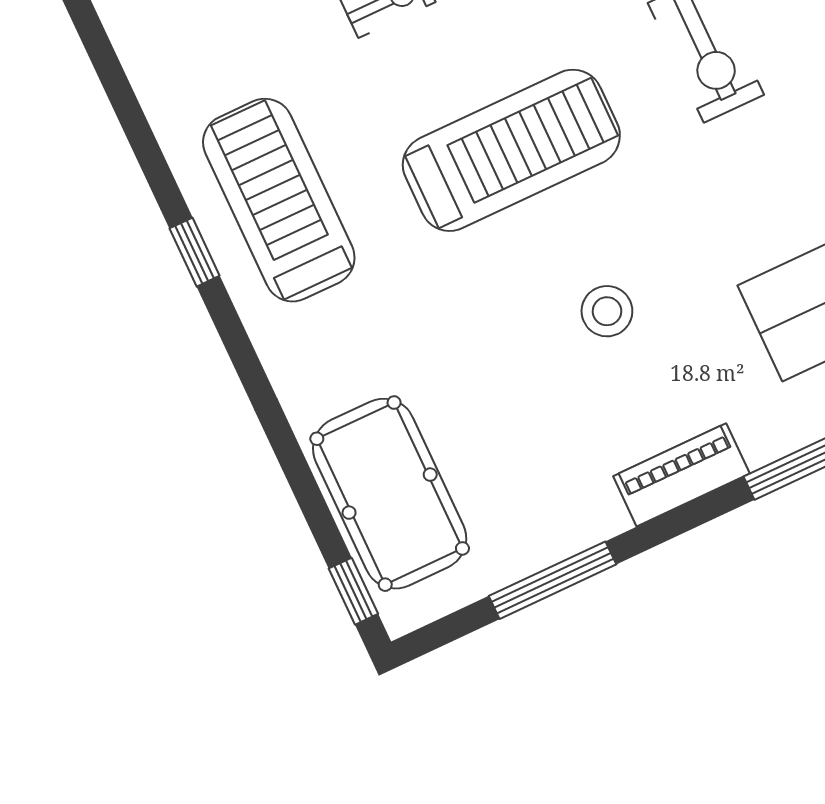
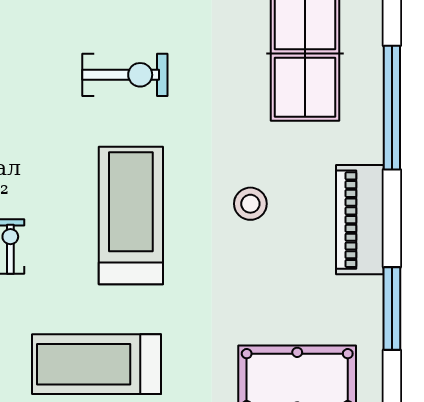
piano: (681, 475) -> (360, 220), width x1.37, depth x1.33

